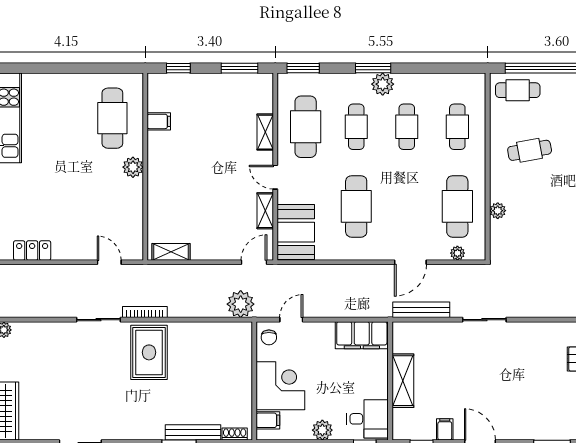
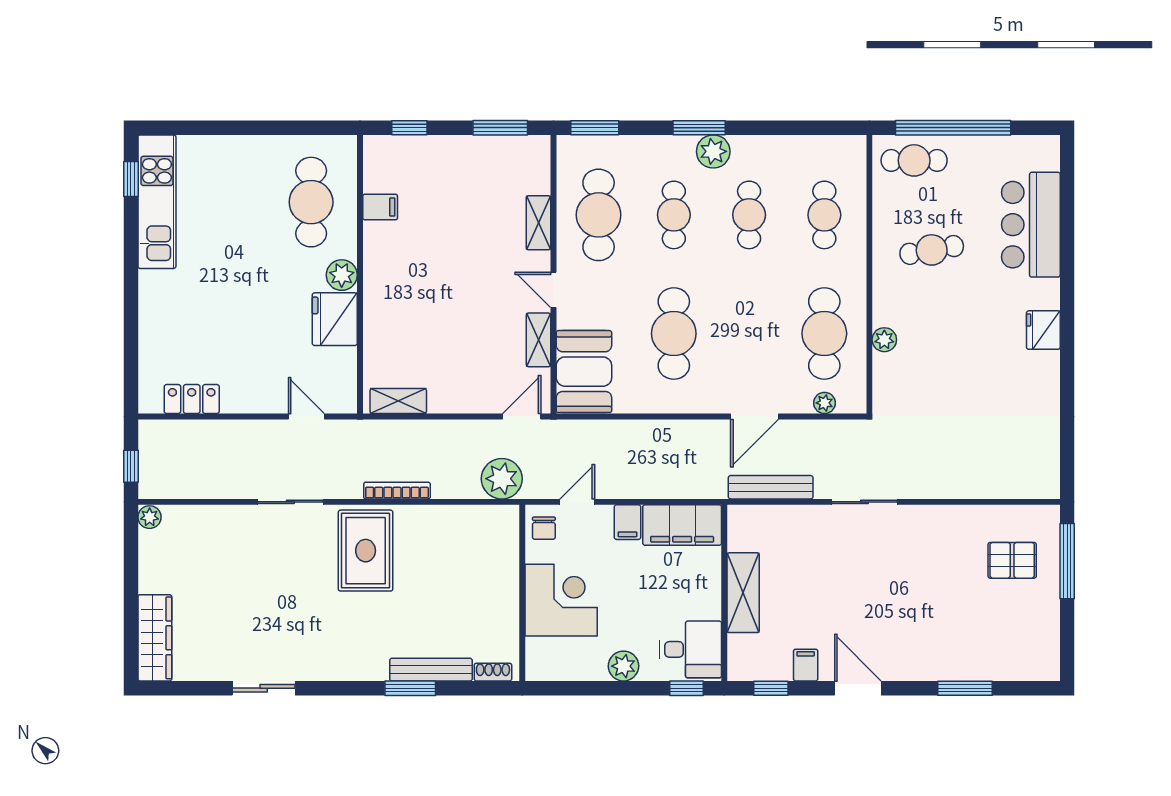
fridge: (128, 197) -> (335, 319), added
bookcase: (145, 312) -> (397, 491), moved
filing cabinet: (268, 420) -> (627, 522), moved, turned 90

